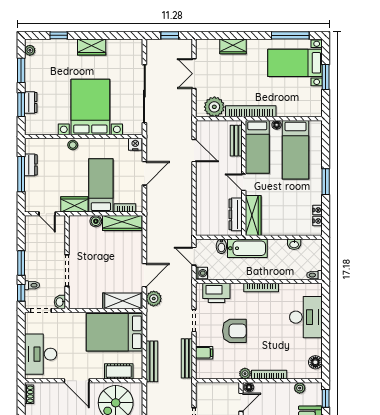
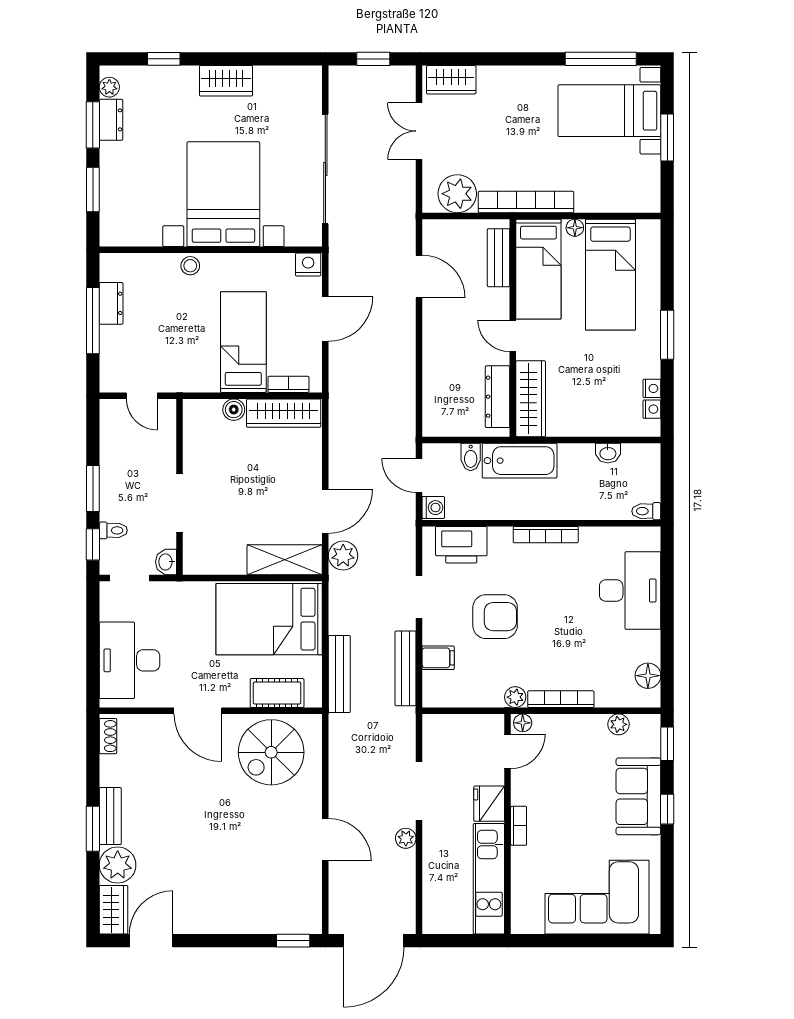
wardrobe: (233, 46) -> (451, 80), moved
dresser: (31, 102) -> (111, 120), moved
wardrobe: (74, 204) -> (193, 378), removed

